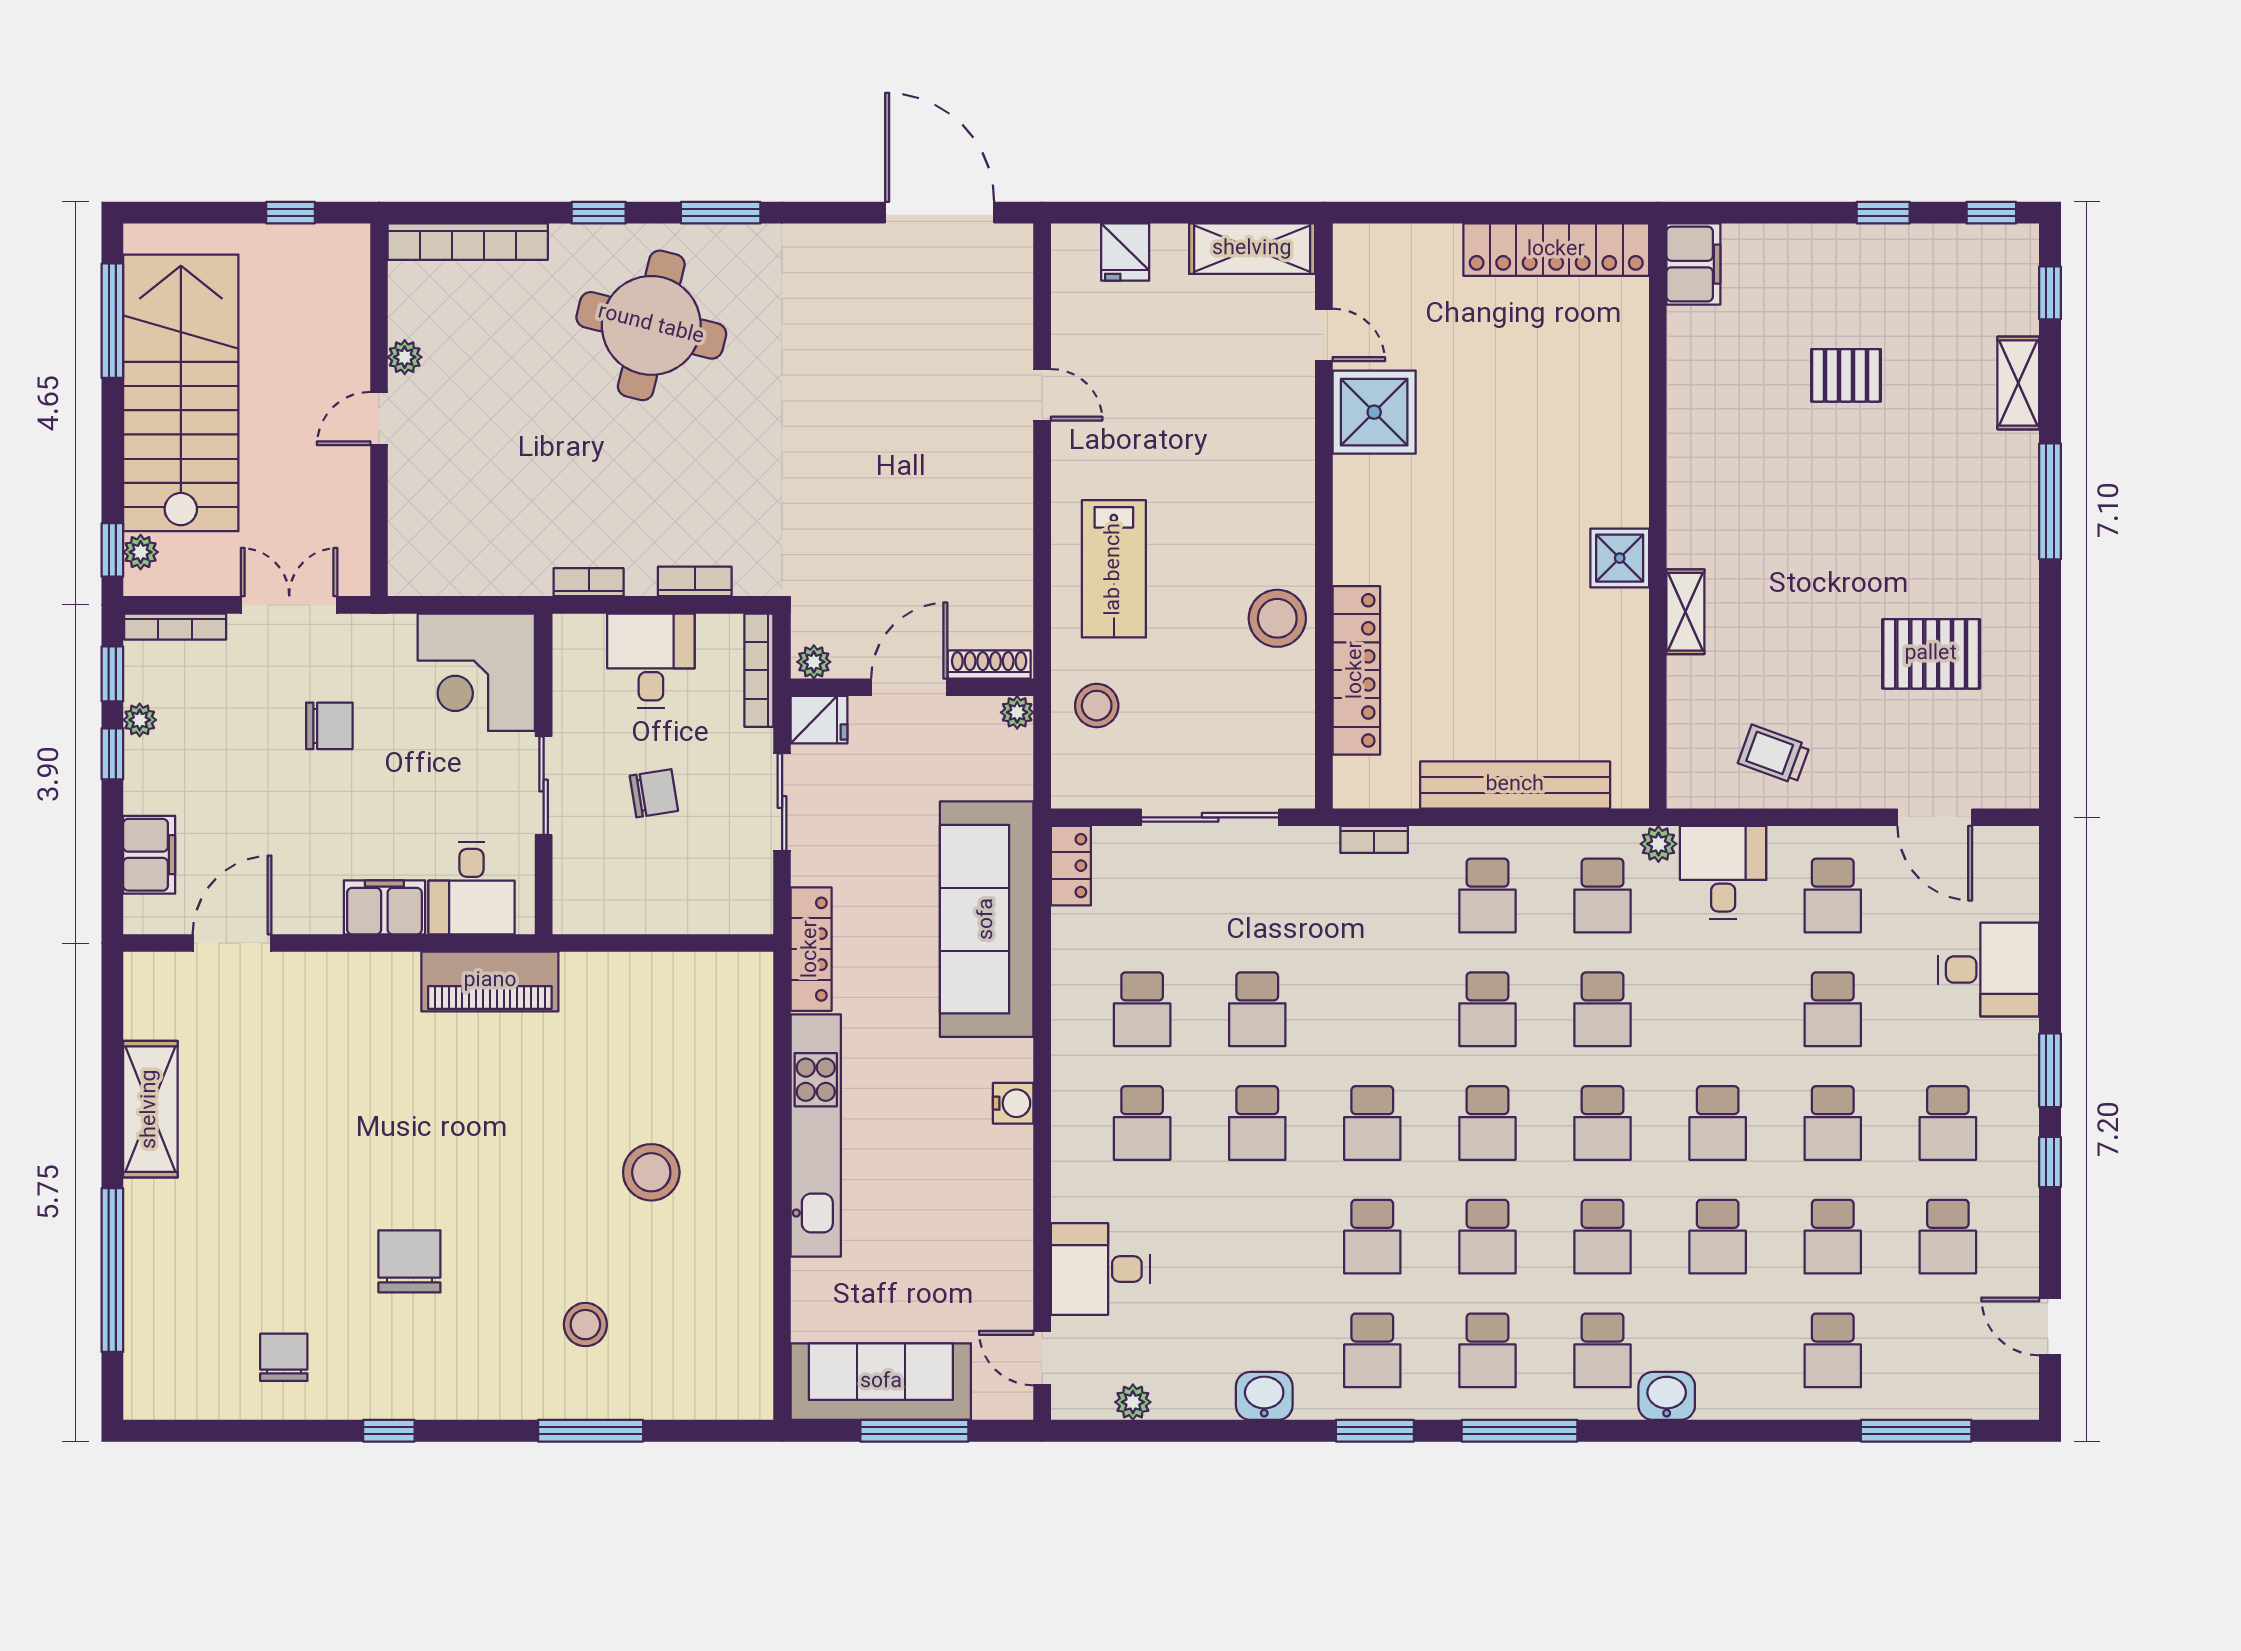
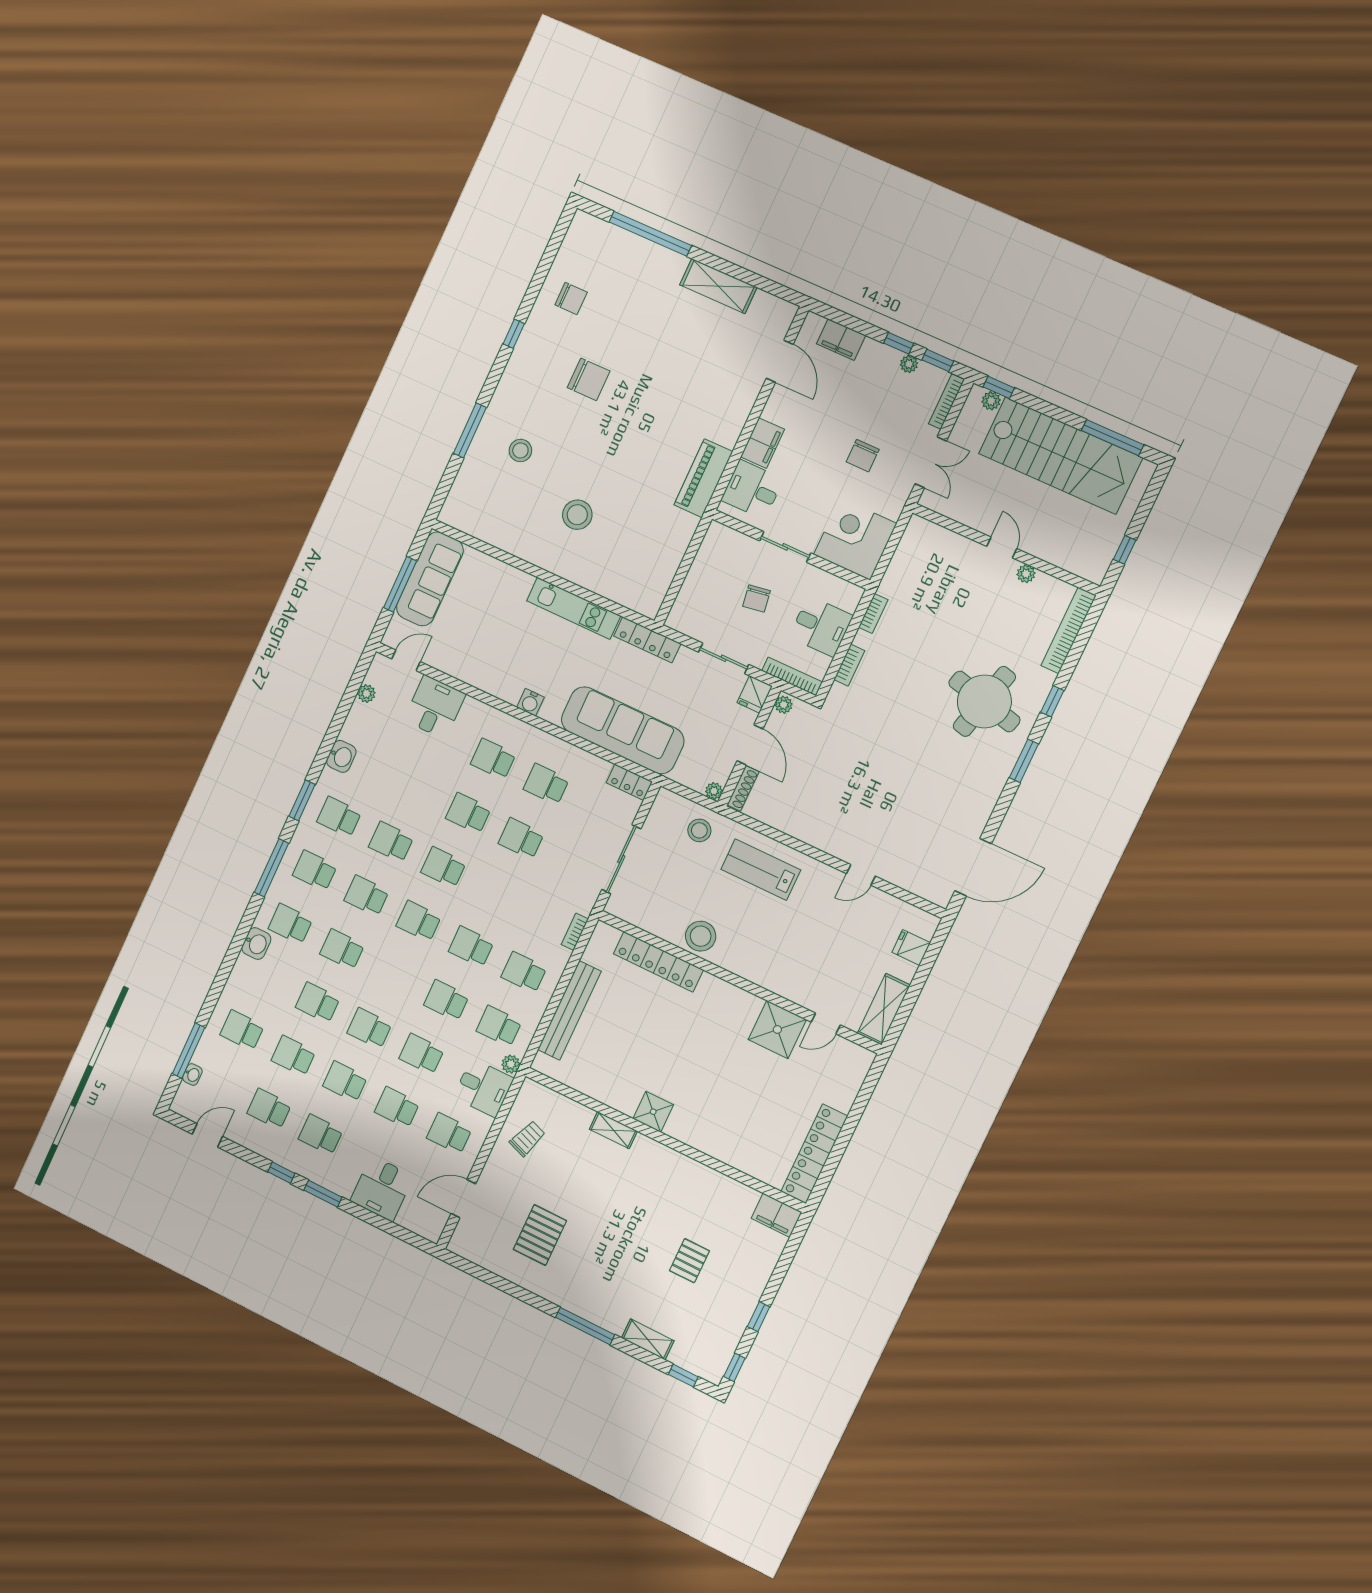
school desk: (1603, 1123) -> (422, 1054), moved
kitchen unit: (816, 1135) -> (574, 608), width x0.73
washbasin: (1955, 1404) -> (192, 1074), added

